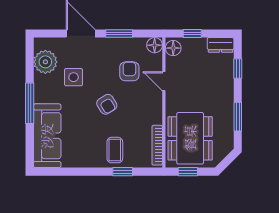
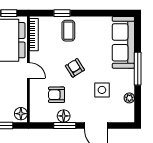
floor lamp: (155, 45) -> (64, 116), moved
plant: (45, 62) -> (129, 98), width x0.53, depth x0.53
armchair: (129, 71) -> (56, 95), turned 90
door: (164, 81) -> (28, 70), moved

